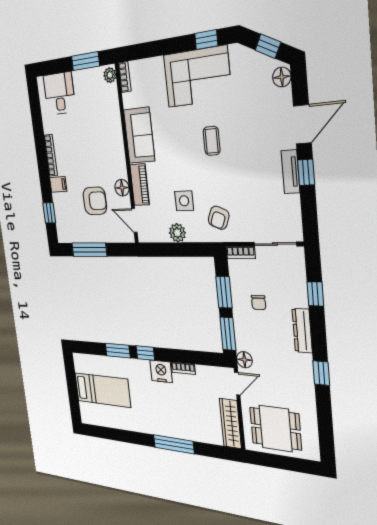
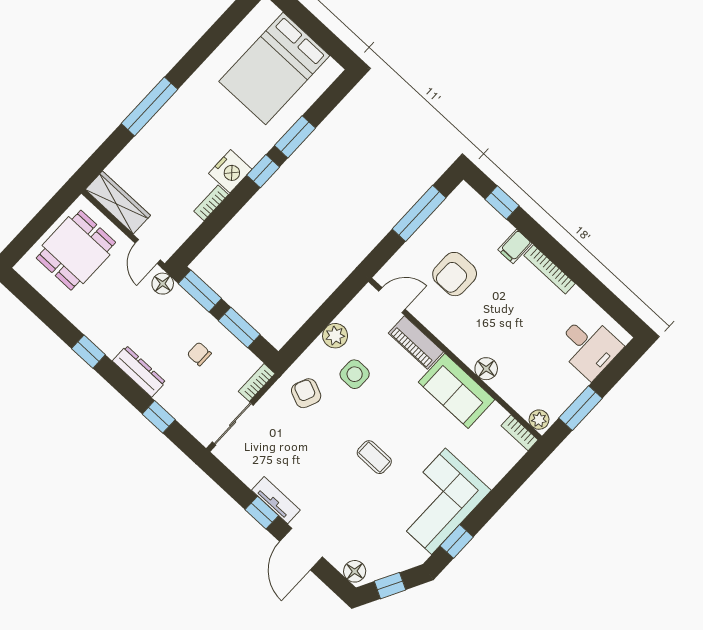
floor lamp: (122, 188) -> (486, 369), moved
bed: (102, 390) -> (274, 68), width x1.50

